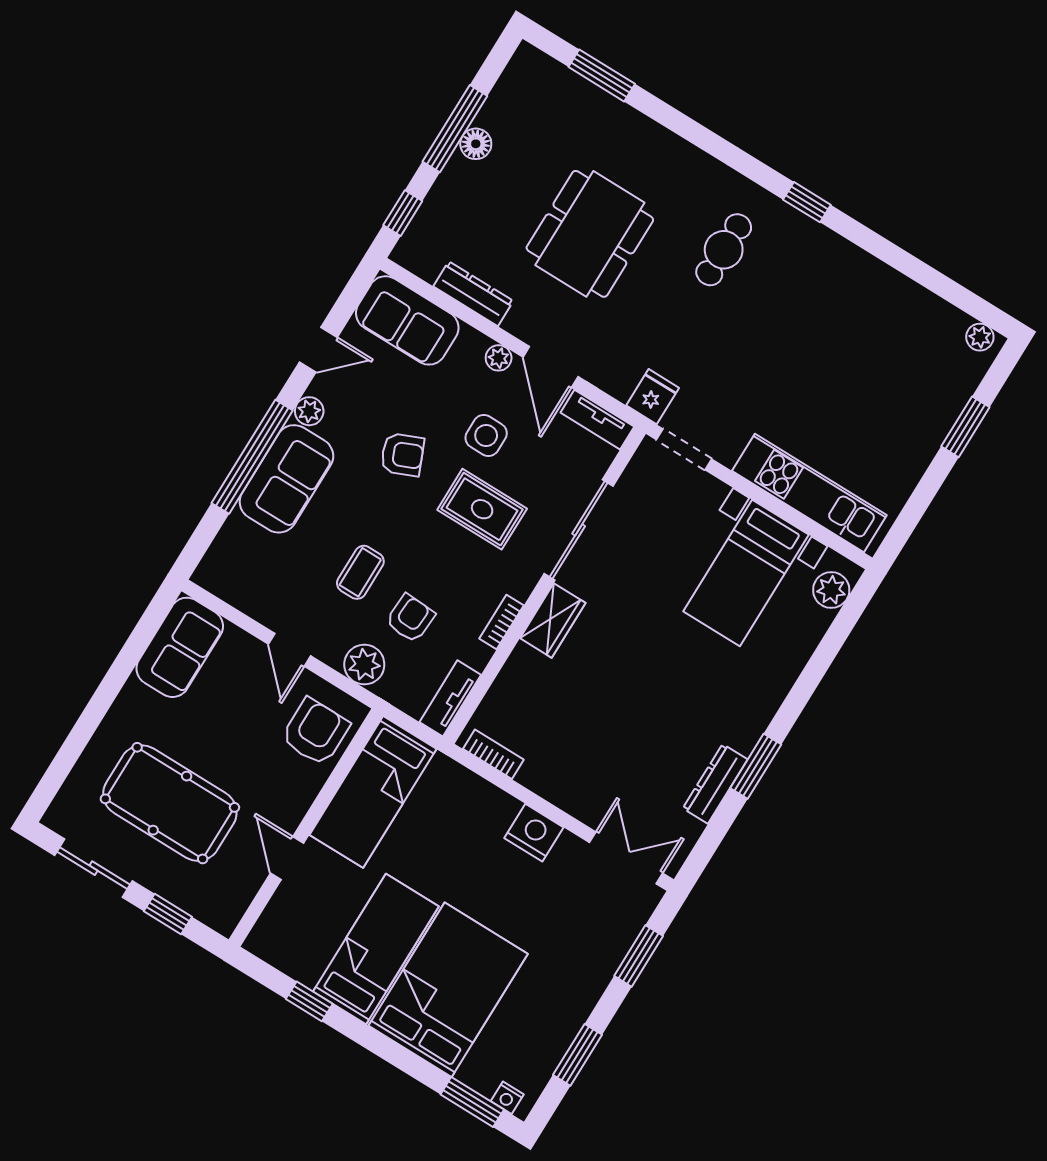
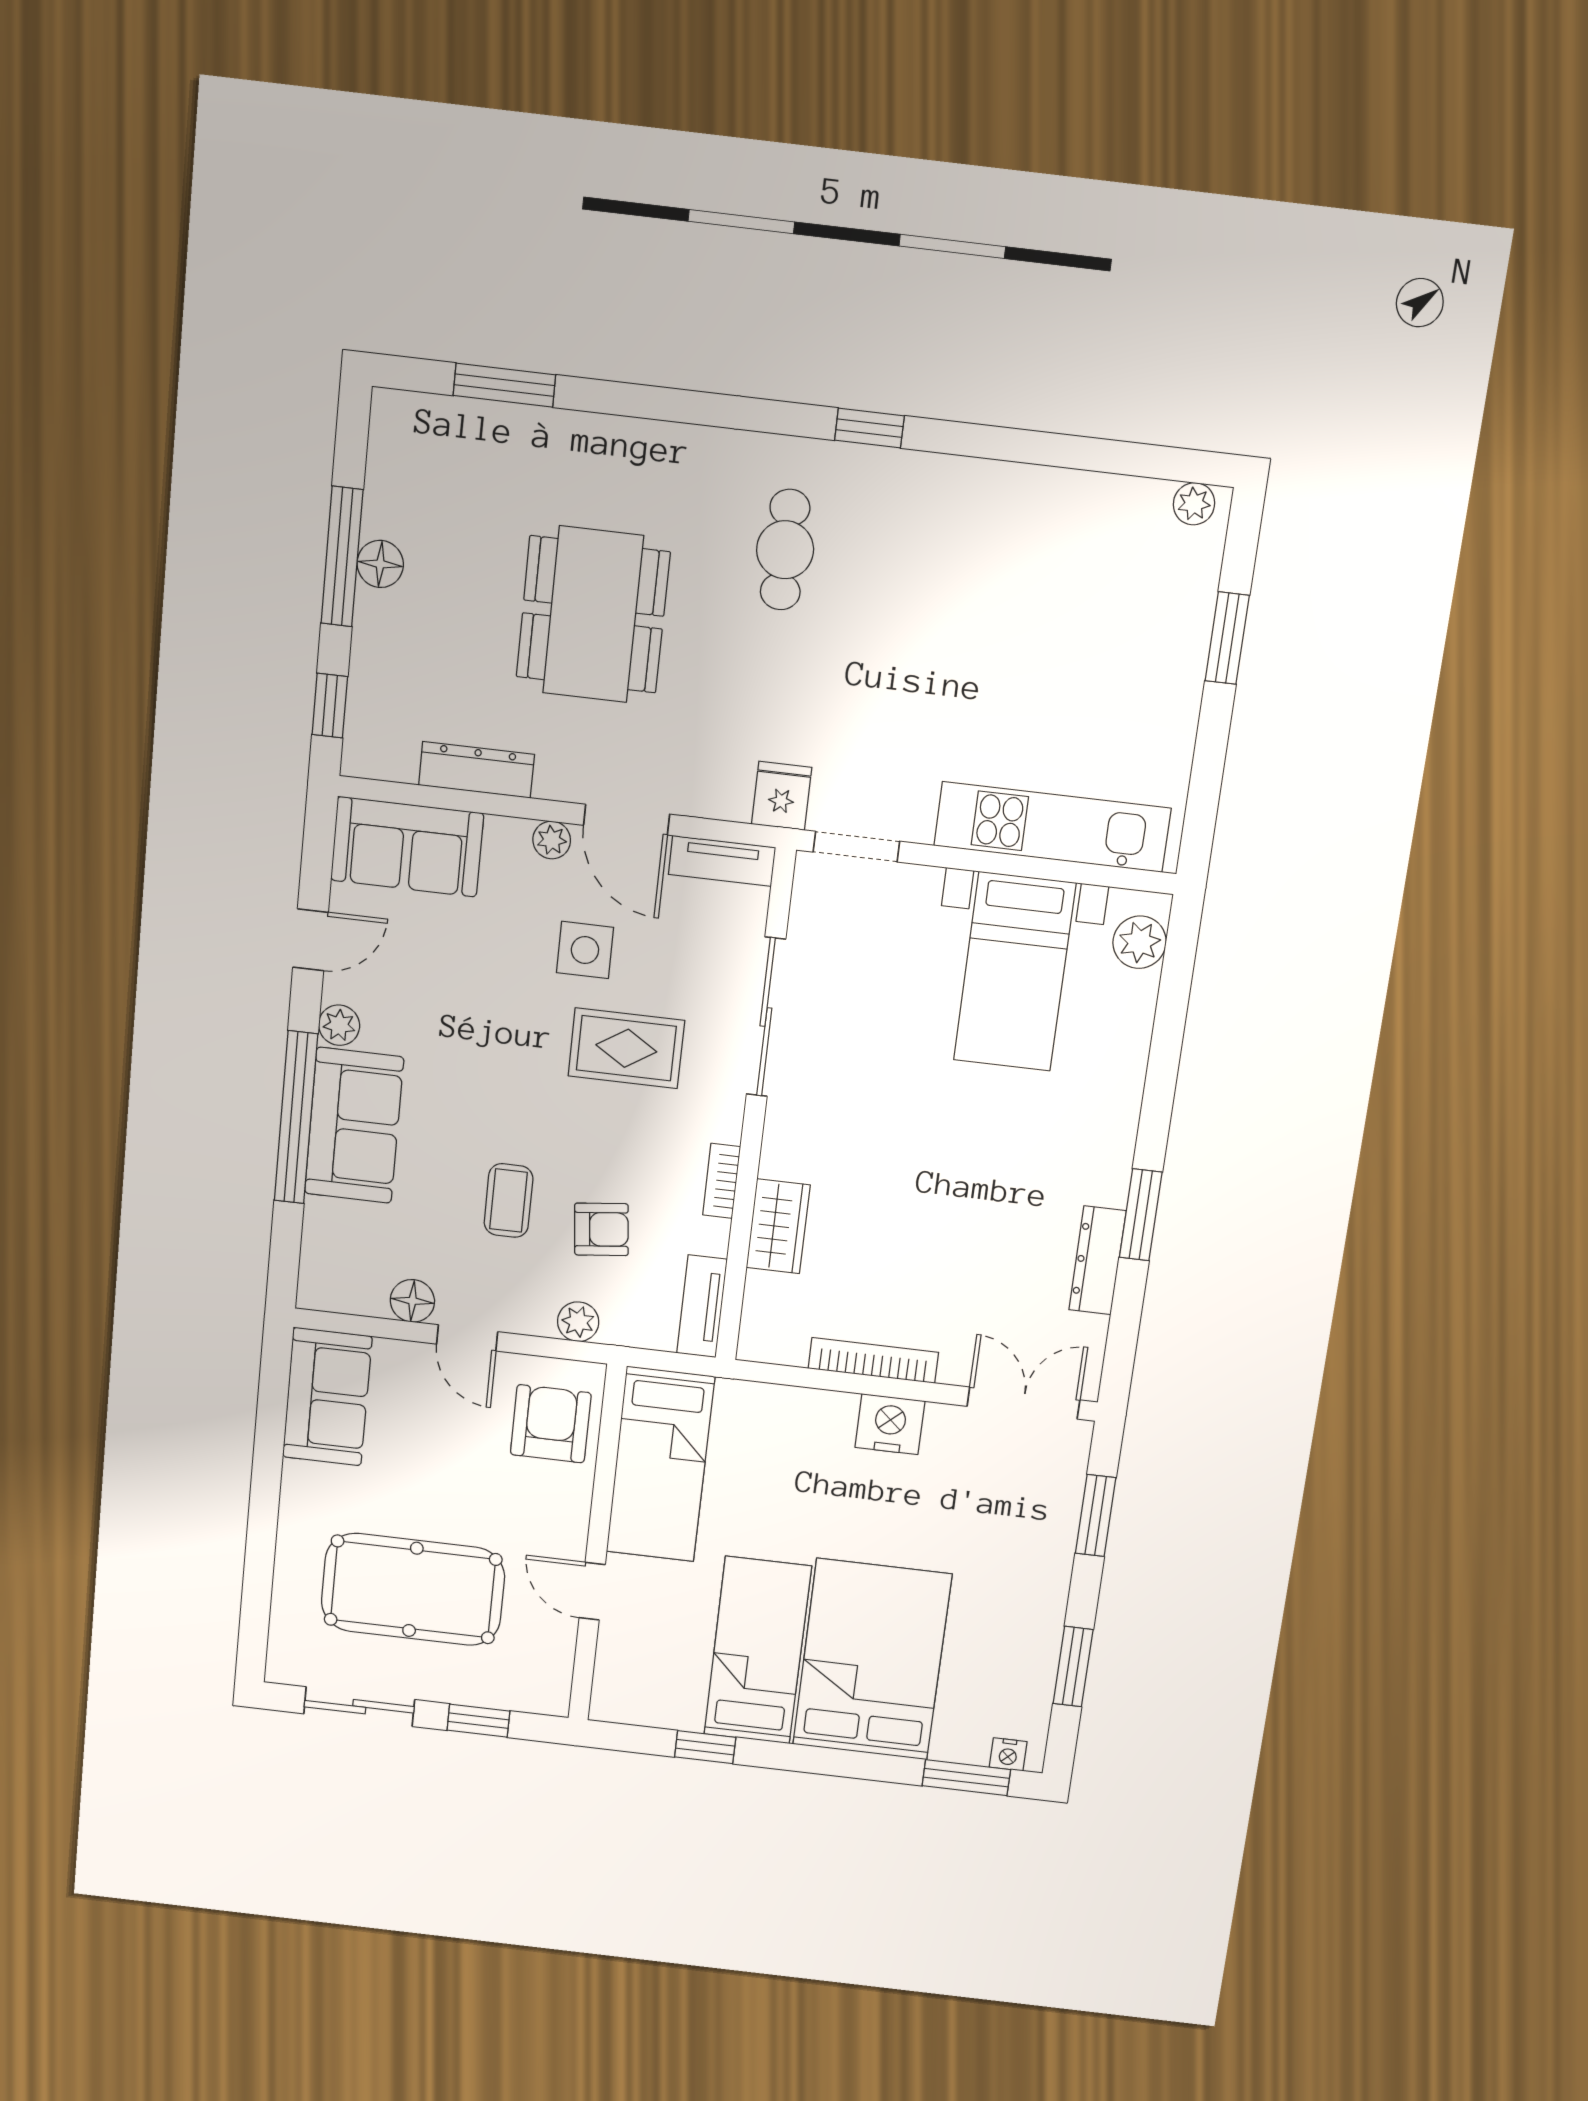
armchair: (402, 455) -> (488, 1025), removed
floor lamp: (267, 609) -> (412, 1301), added
armchair: (410, 618) -> (601, 1229), turned 81
wardrobe: (553, 621) -> (778, 1226), moved
plant: (364, 665) -> (578, 1322), width x0.73, depth x0.73
bookcase: (493, 754) -> (873, 1360), moved, width x1.56

